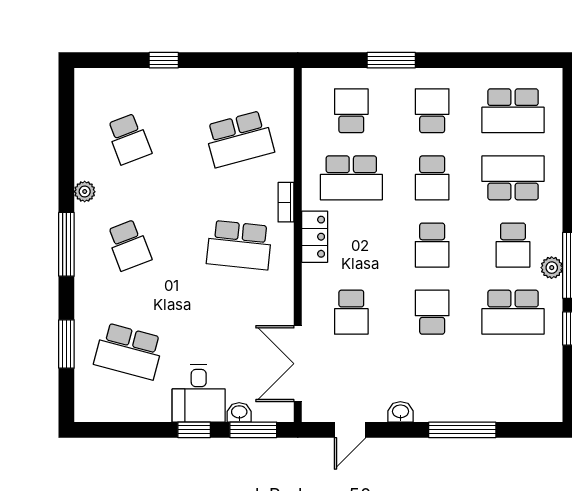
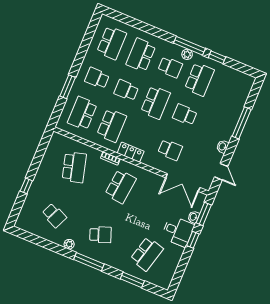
school desk: (351, 111) -> (82, 113), width x1.85
school desk: (129, 139) -> (54, 215), turned 45
school desk: (432, 178) -> (126, 90), turned 180
school desk: (432, 245) -> (156, 102), width x1.85

